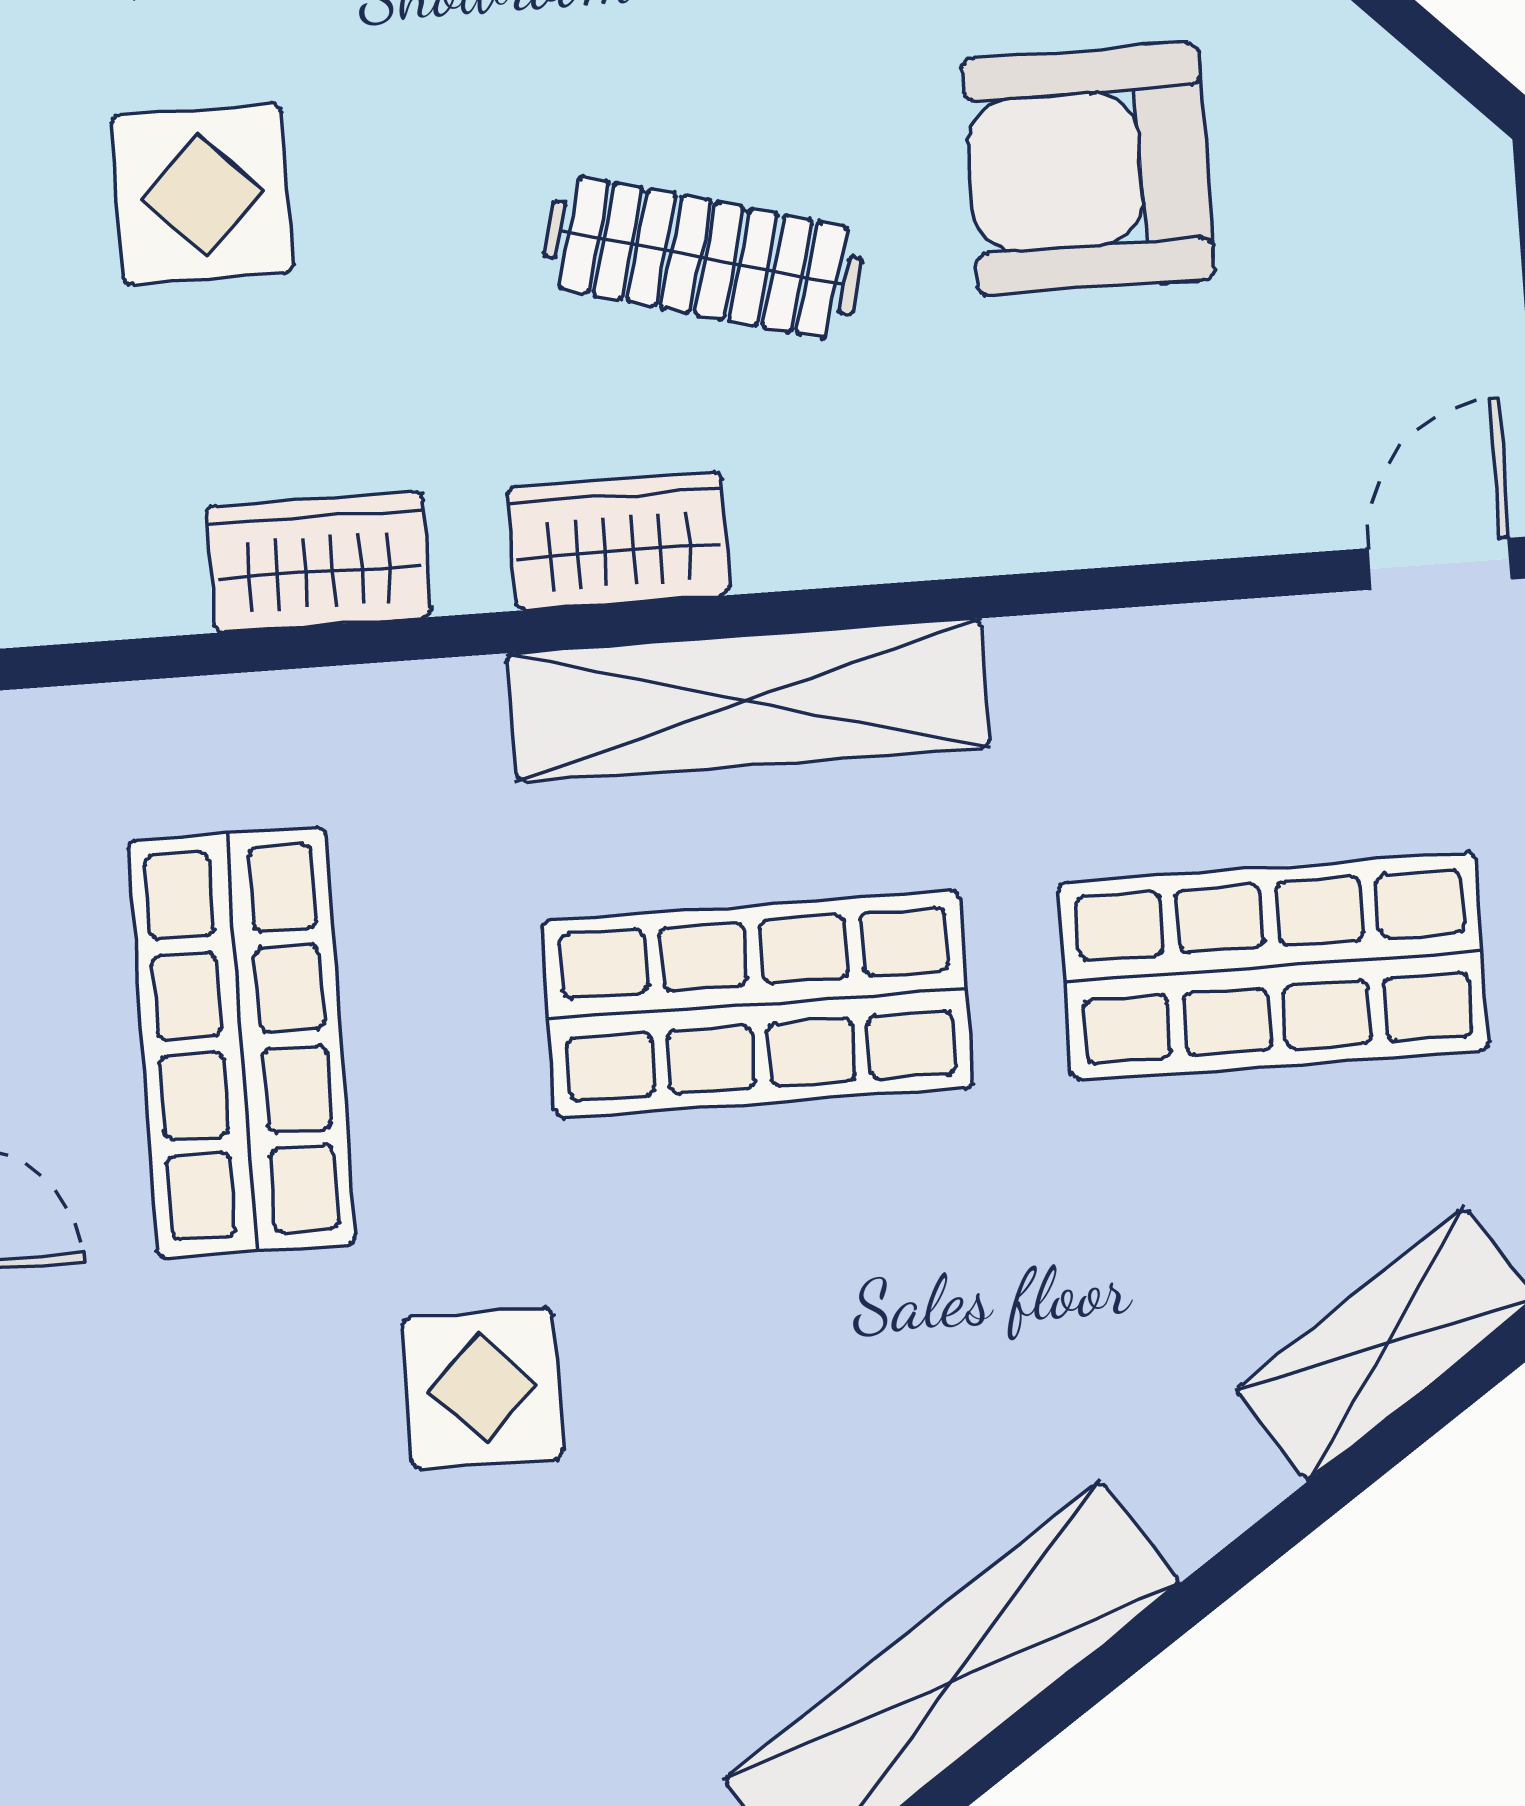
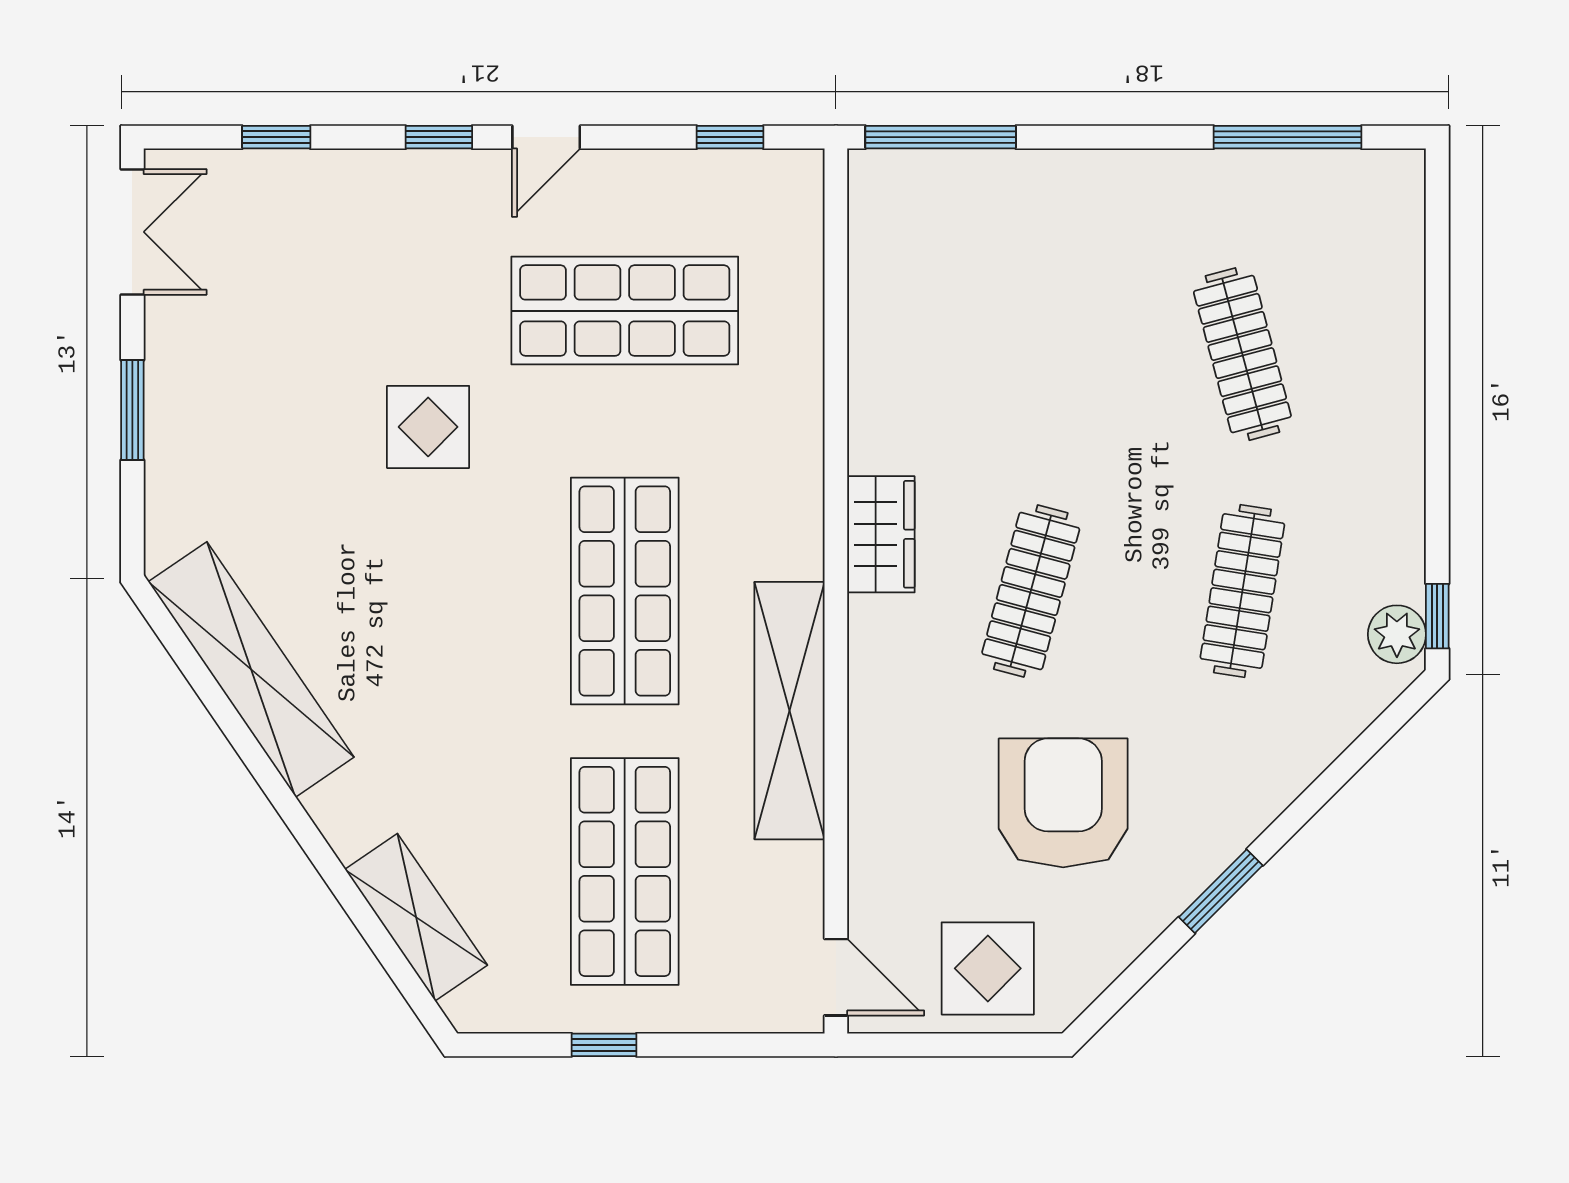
display table: (202, 194) -> (988, 968), moved
wardrobe: (319, 562) -> (881, 371), removed
shelving: (748, 700) -> (789, 711), moved

